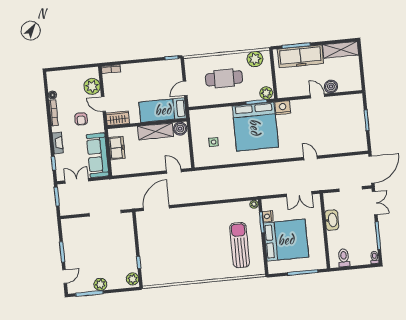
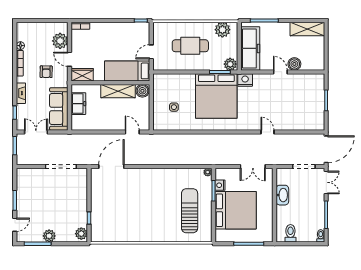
freezer: (300, 56) -> (250, 48), moved, turned -90

